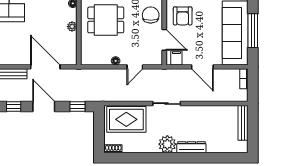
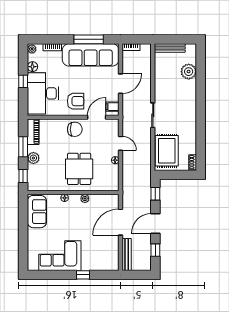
chair: (151, 15) -> (75, 129), turned 180
plant: (167, 144) -> (189, 72), moved
dresser: (191, 147) -> (191, 93), removed

